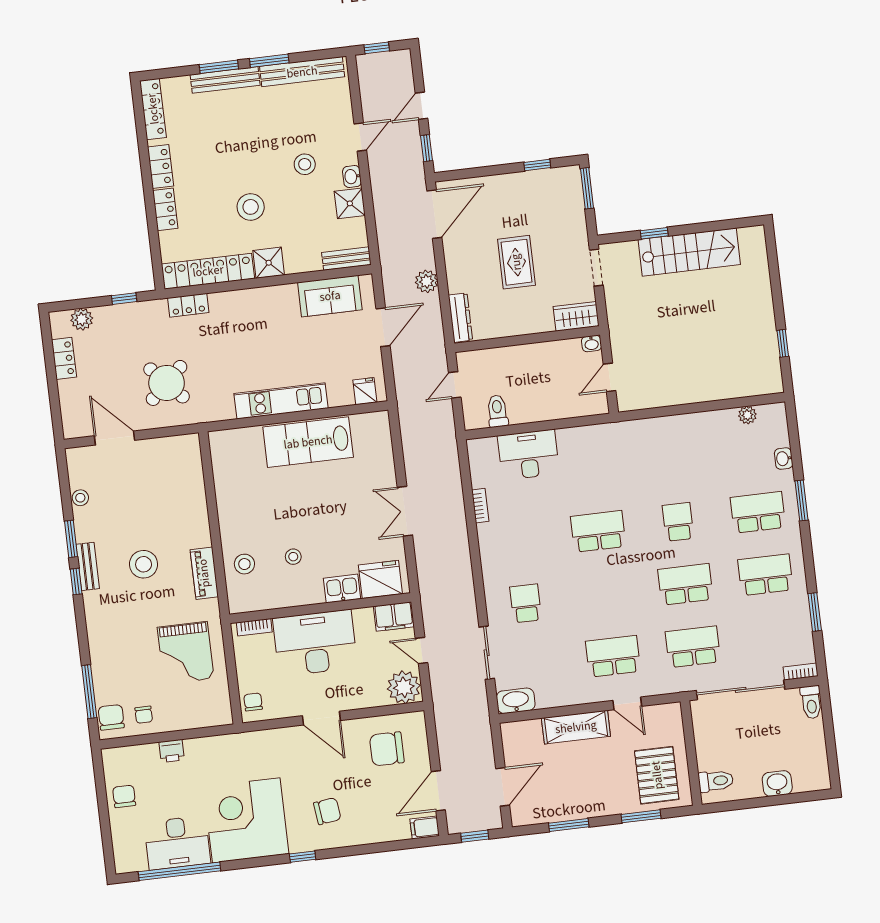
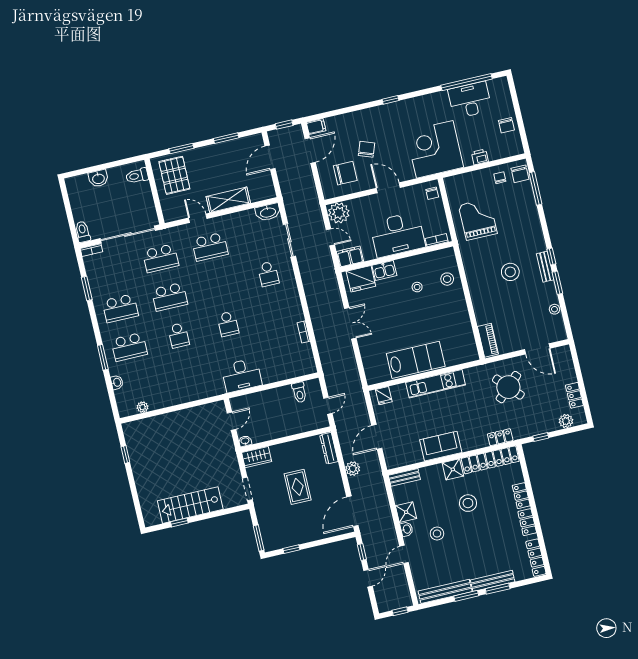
window: (654, 233) -> (179, 522), moved
sofa: (330, 296) -> (441, 446), moved
desk: (528, 455) -> (242, 375), moved
school desk: (598, 531) -> (228, 324), width x0.54
piano: (204, 573) -> (488, 340), moved
chair: (327, 811) -> (366, 149), moved, turned 117
corner desk: (246, 820) -> (435, 149), moved, turned 180

